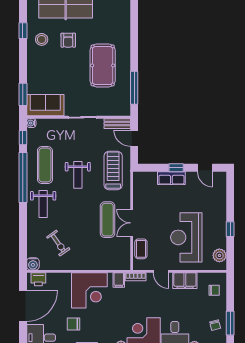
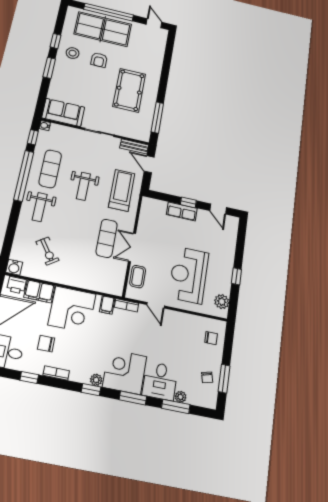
window: (23, 94) -> (49, 68), moved
filing cabinet: (185, 281) -> (39, 291), moved

